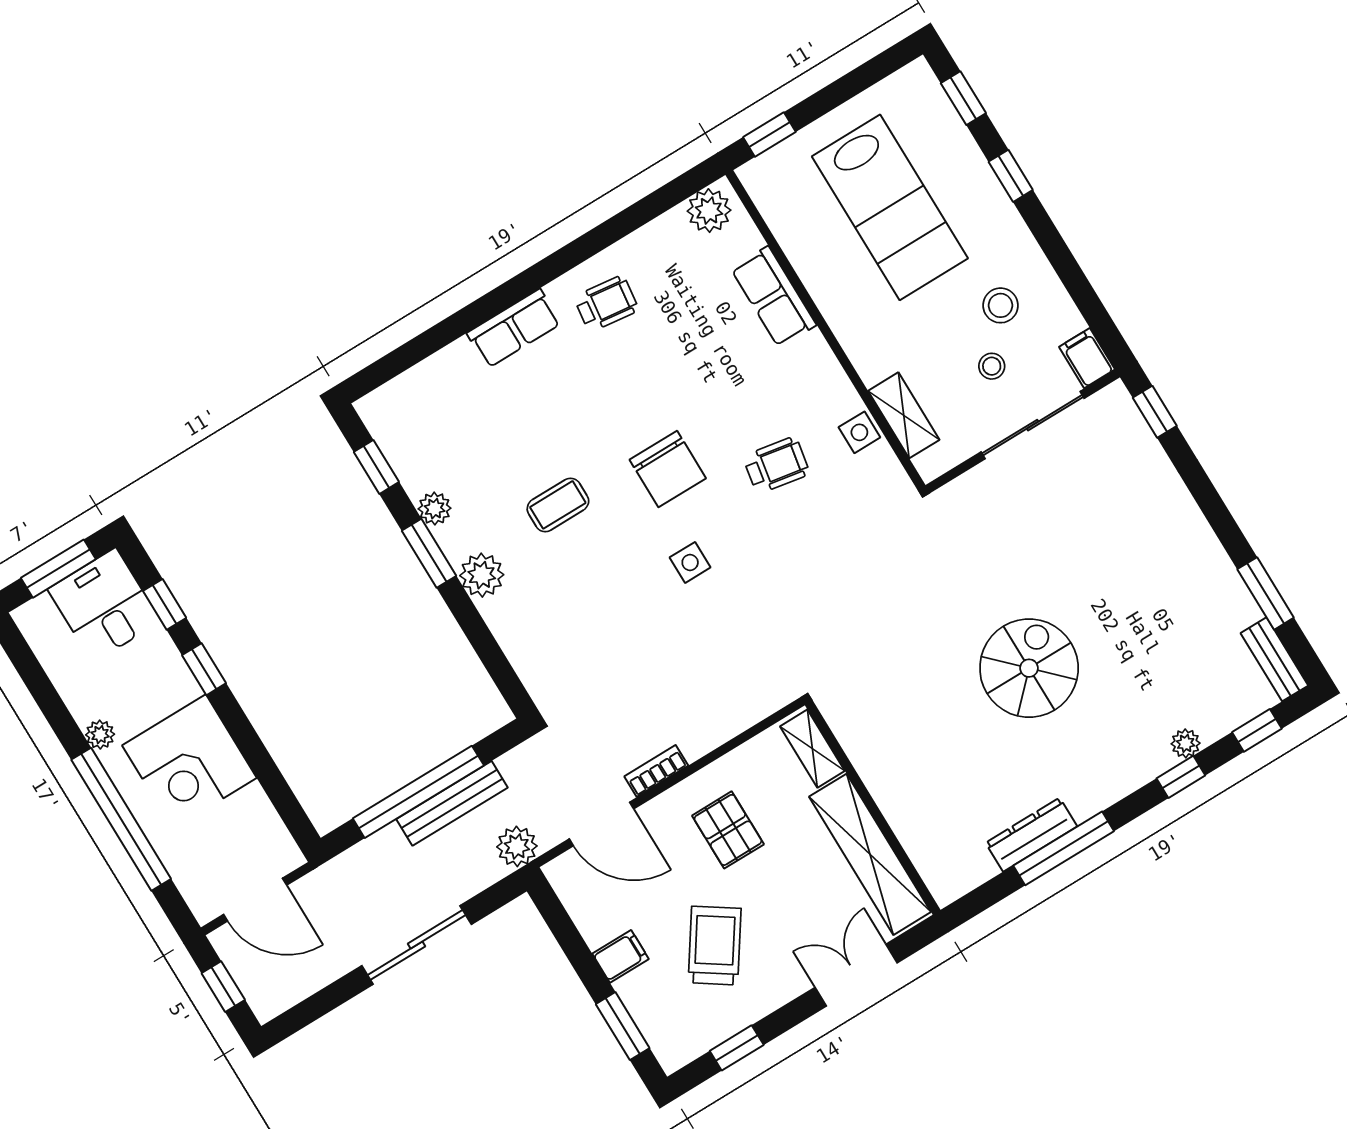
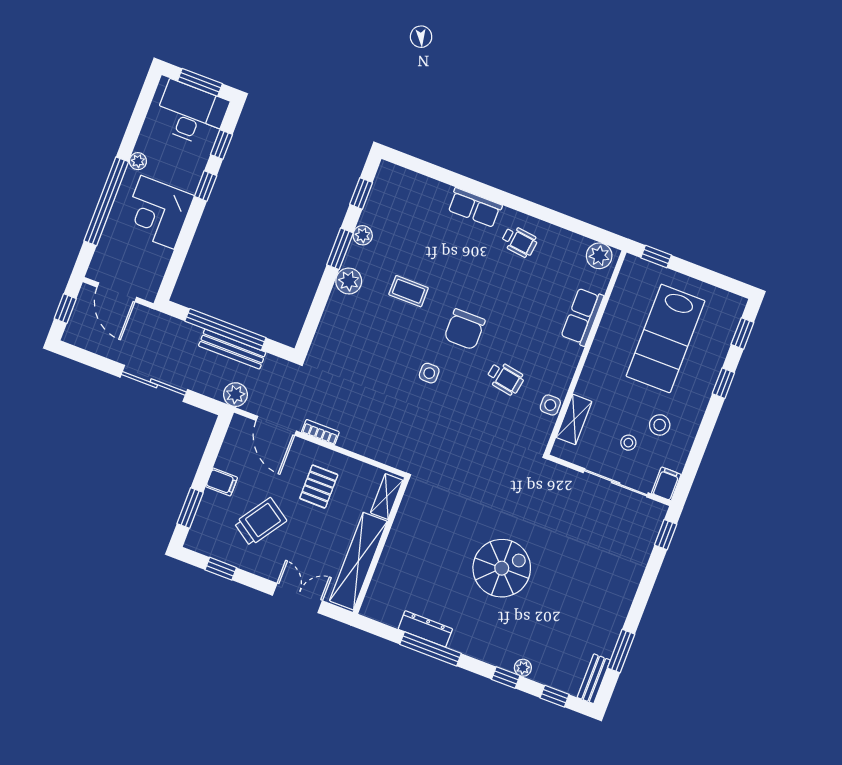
desk: (104, 605) -> (191, 114), width x1.37

